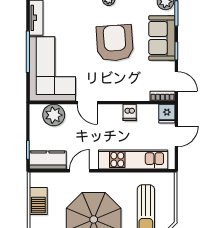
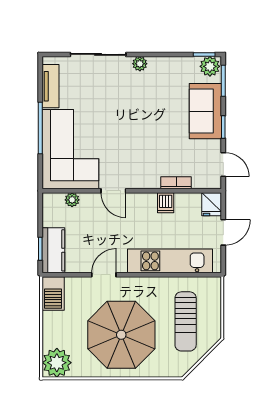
armchair: (115, 43) -> (147, 117), removed
bookcase: (163, 96) -> (176, 183), moved
plant: (54, 115) -> (72, 200), width x0.53, depth x0.53
kitchen counter: (48, 160) -> (53, 250), moved, turned 90
barbecue: (38, 201) -> (53, 294), moved

